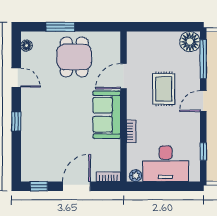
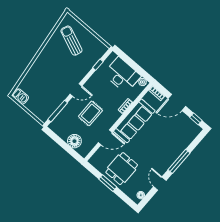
window: (60, 27) -> (108, 183), moved
floor lamp: (190, 42) -> (74, 141), moved
sofa: (107, 115) -> (134, 121), width x1.36
window: (16, 121) -> (179, 161), width x2.17

